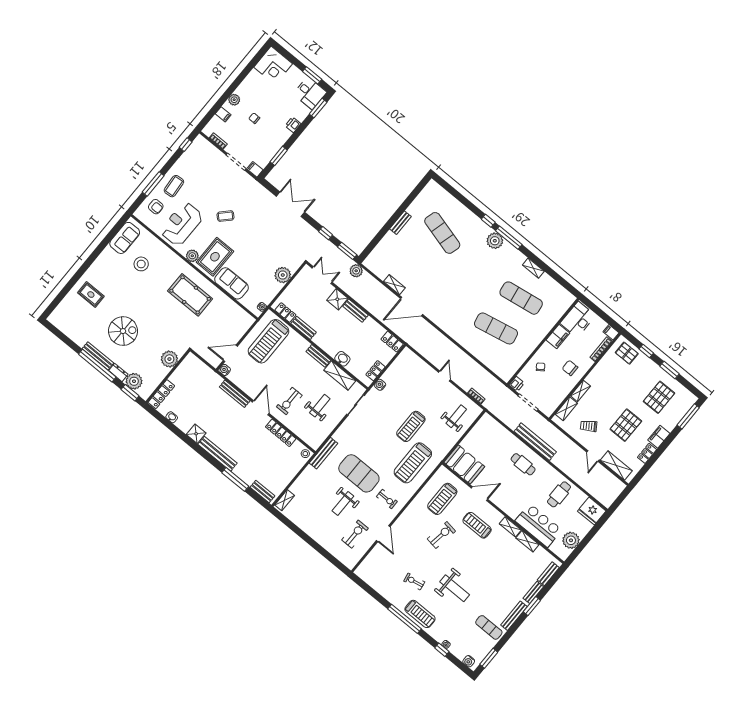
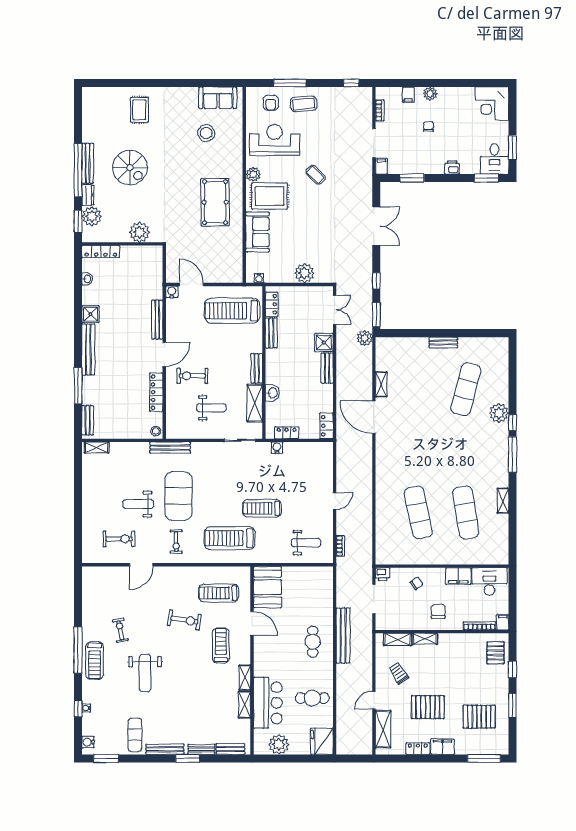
plant: (495, 241) -> (499, 413), moved

